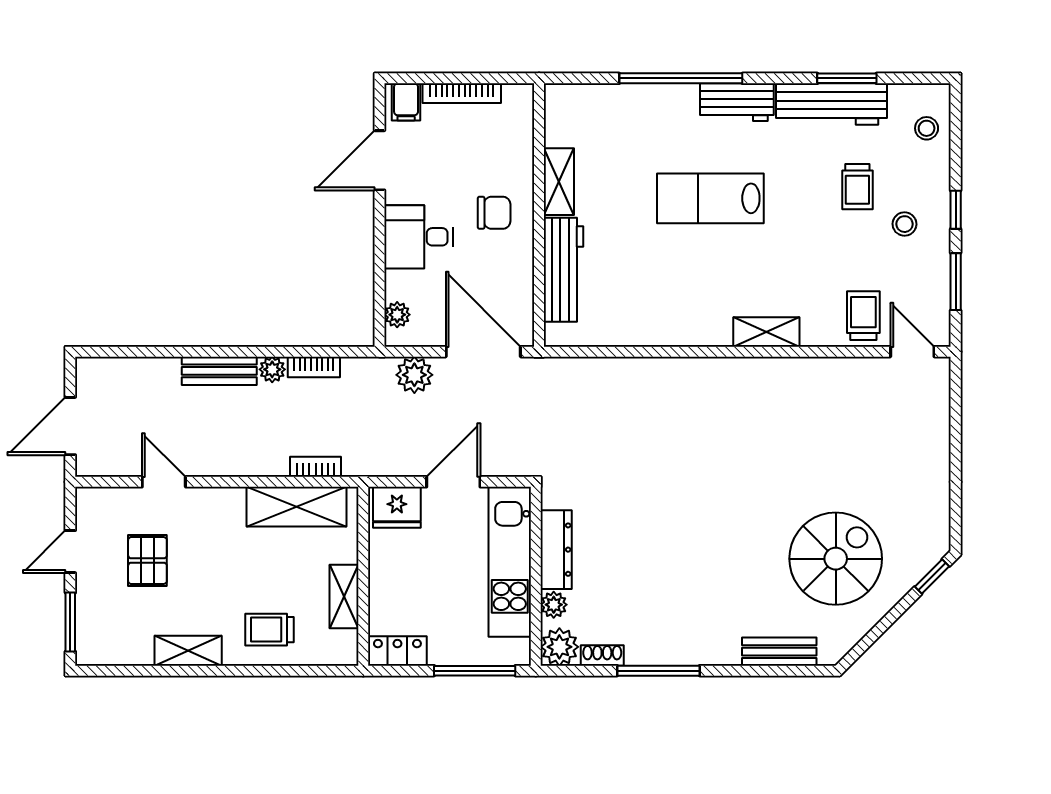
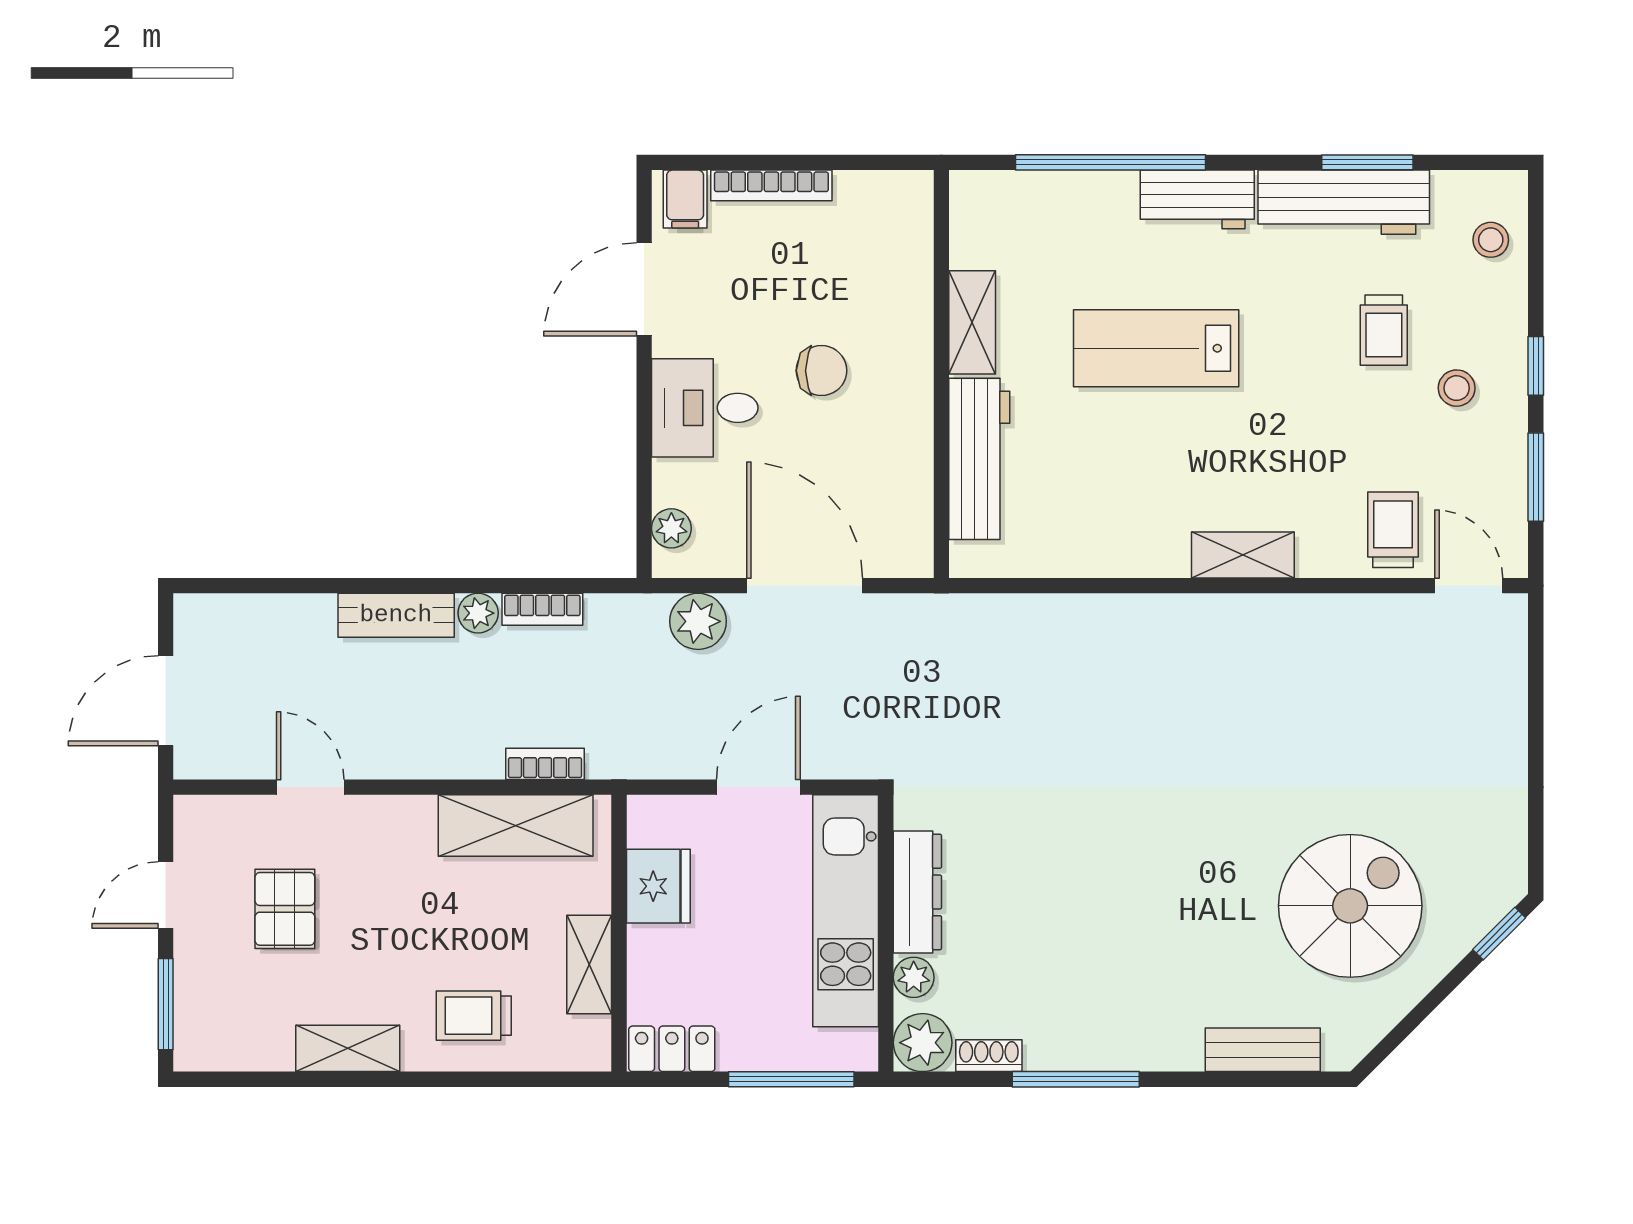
shelving: (559, 182) -> (972, 322), moved
wall: (539, 215) -> (941, 374), moved
workbench: (564, 270) -> (979, 459), moved
fridge: (397, 507) -> (658, 886), moved, turned -90

